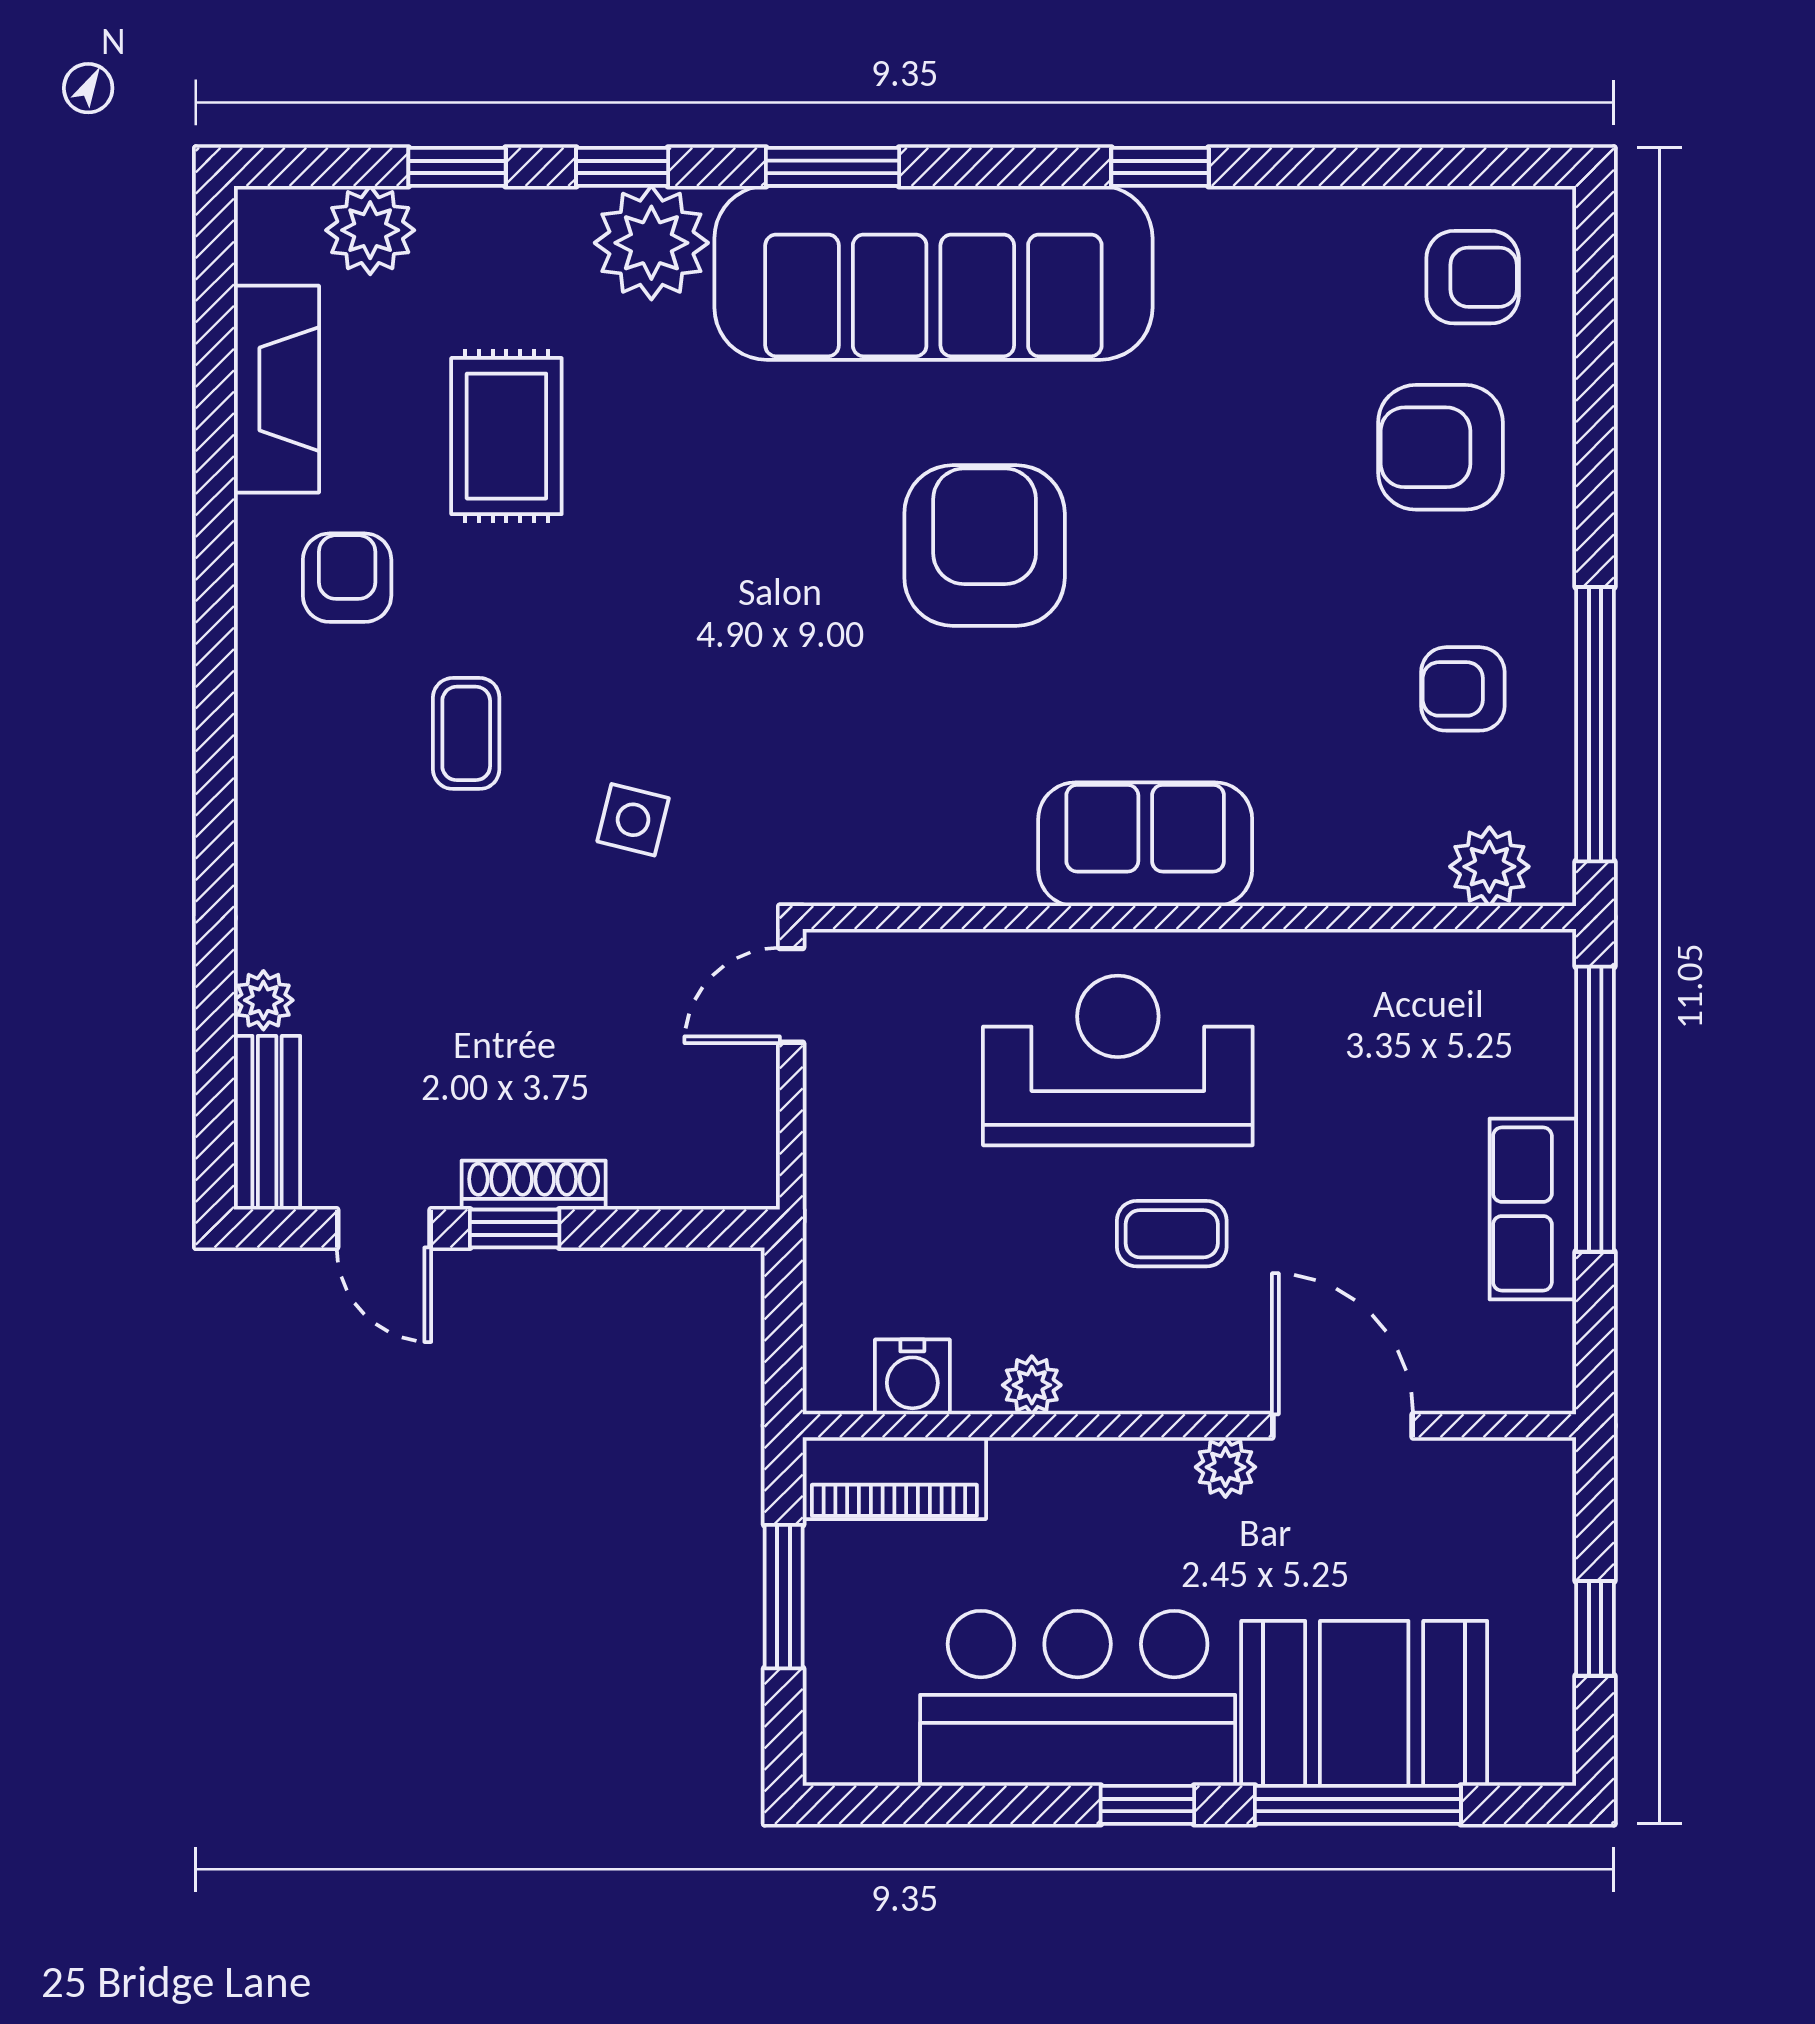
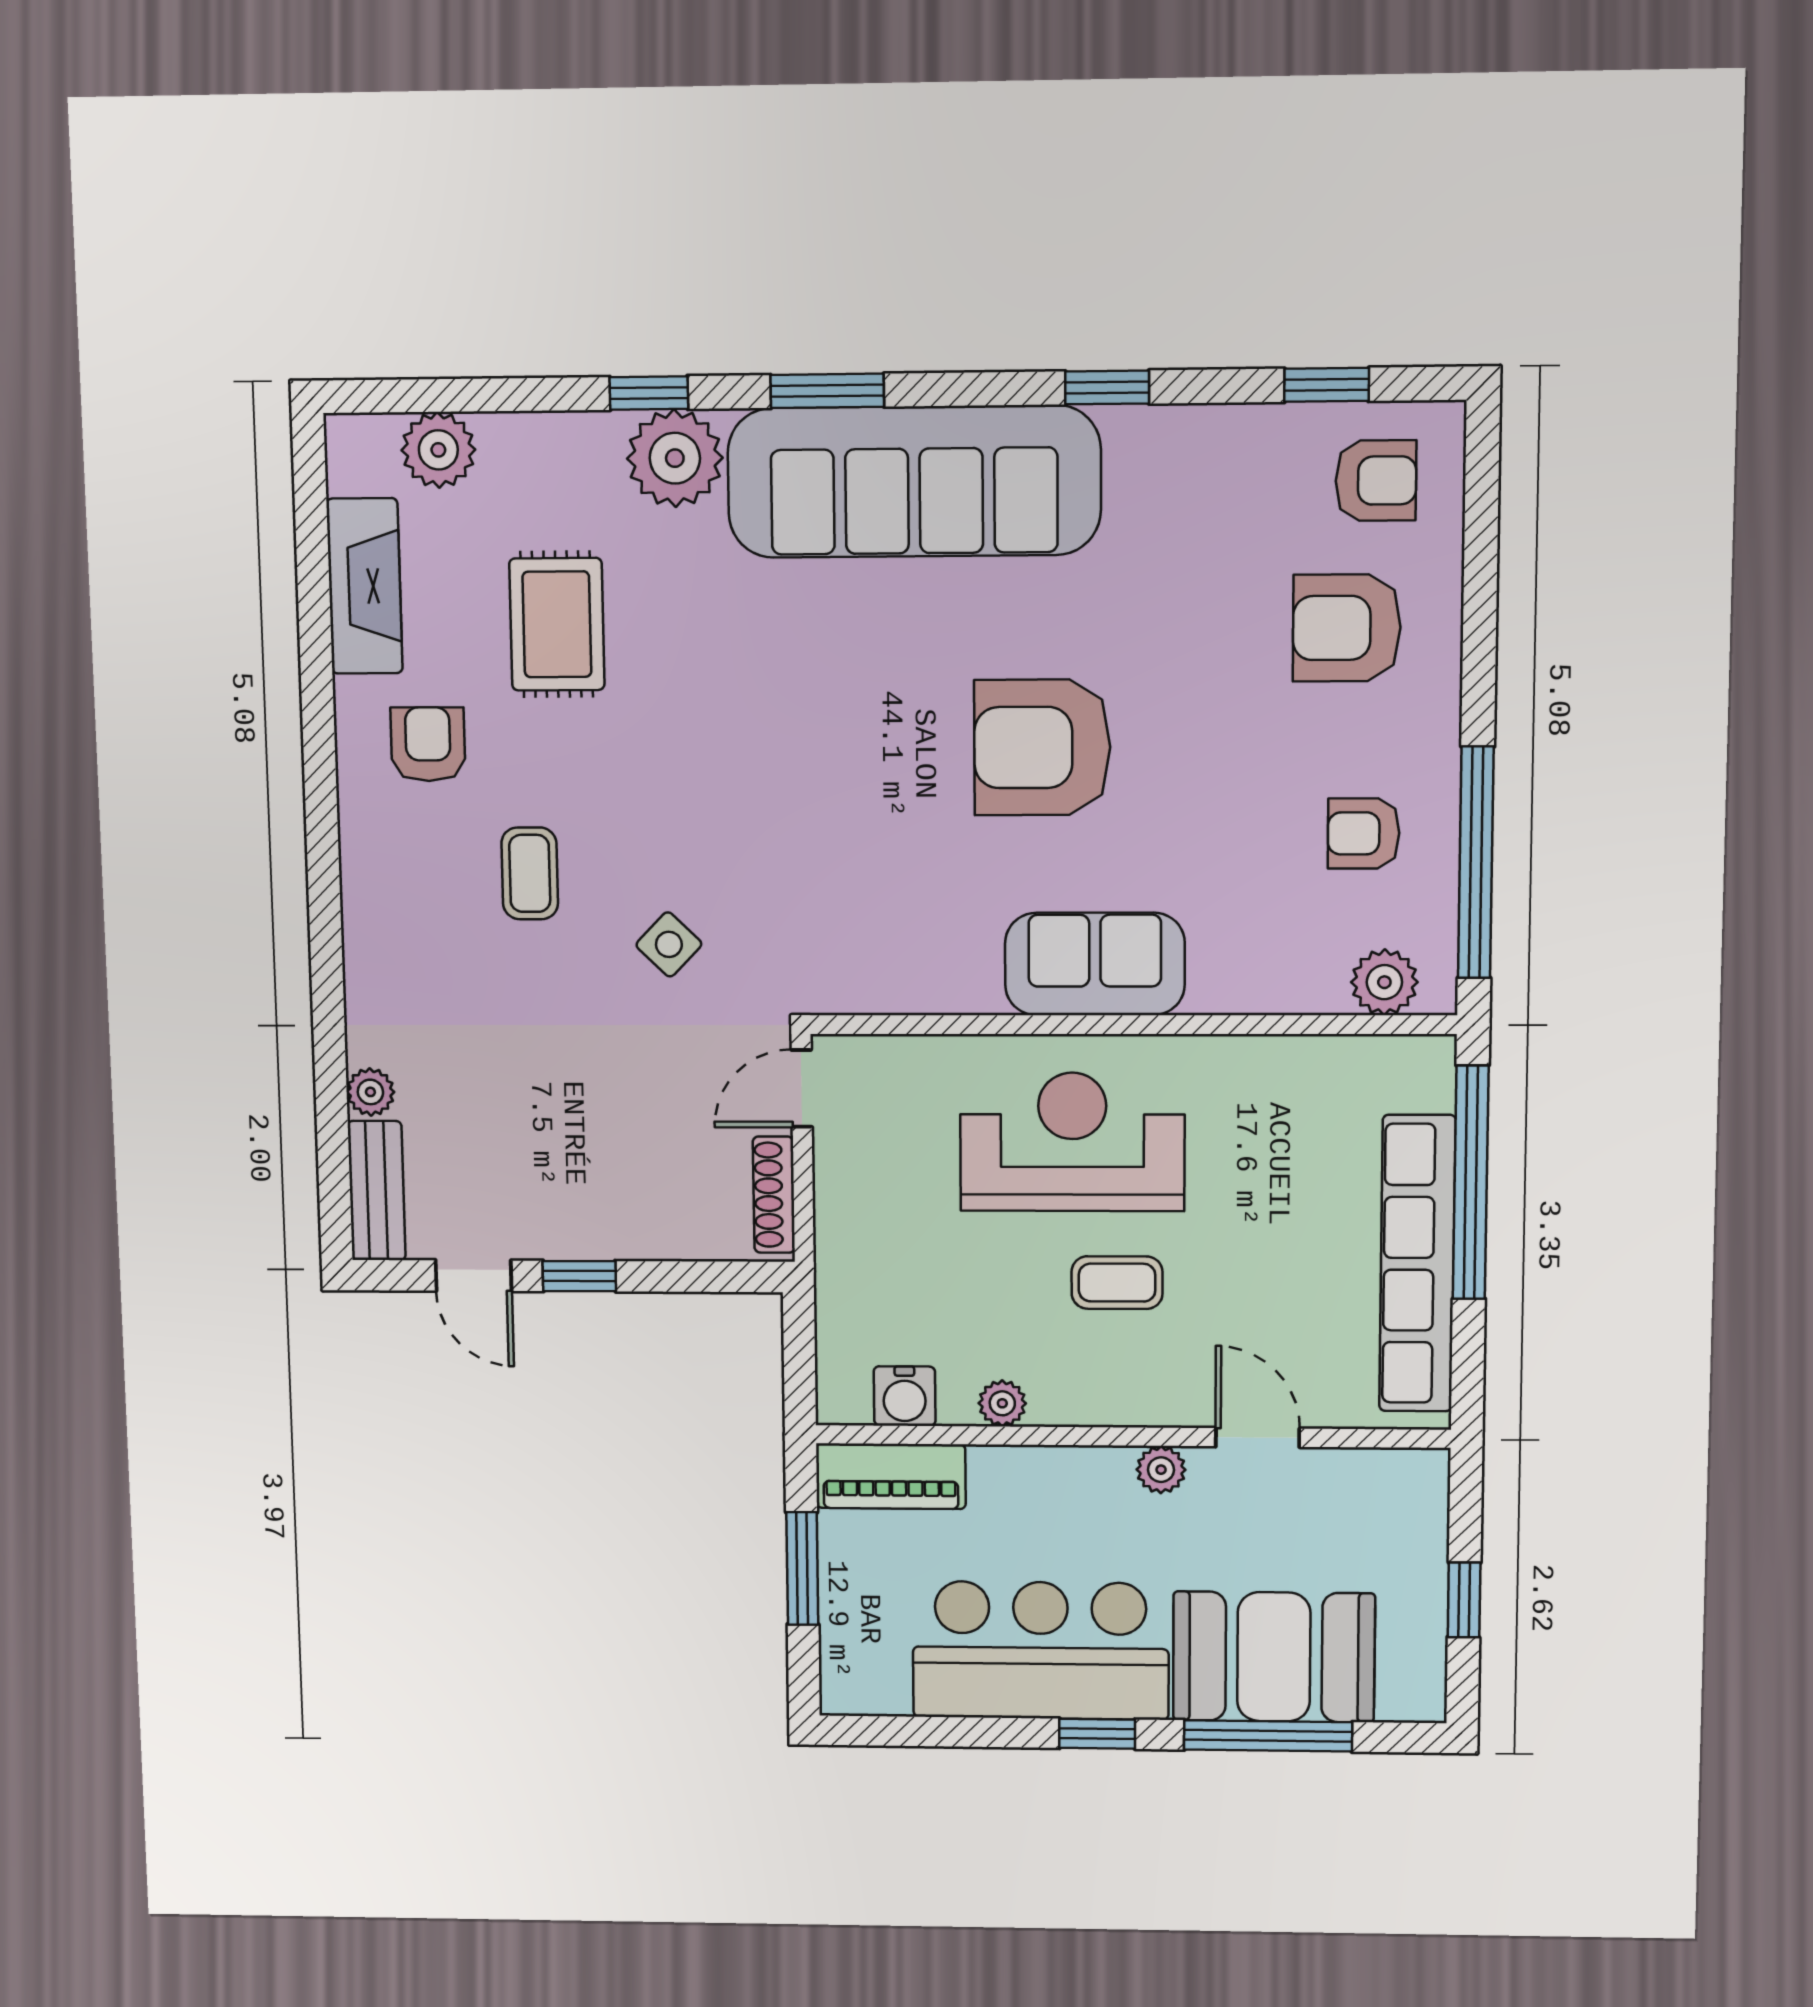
window: (457, 167) -> (1327, 385), moved
armchair: (985, 545) -> (1042, 747), moved, turned -90
side table: (633, 820) -> (669, 944), turned 30
shoe rack: (534, 1185) -> (774, 1195), moved, turned -90
row of seats: (1533, 1209) -> (1417, 1264), width x2.02
door: (1343, 1426) -> (1258, 1437), width x0.73

